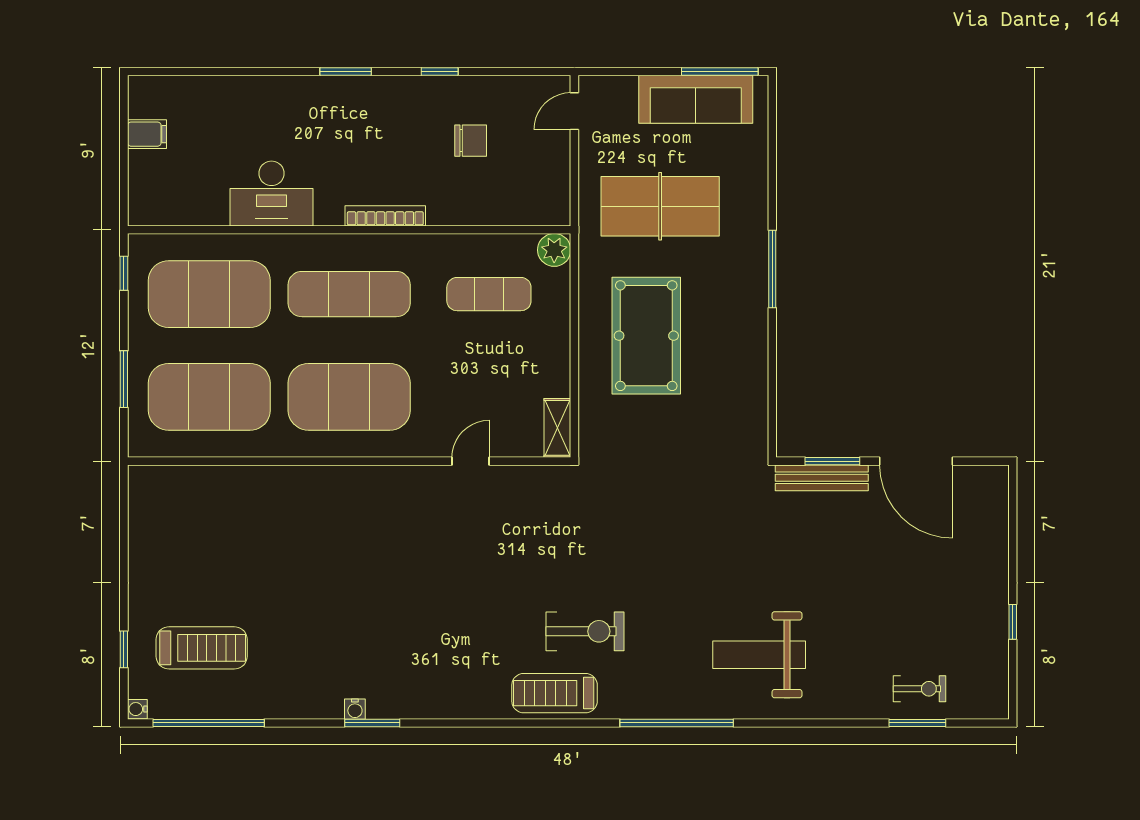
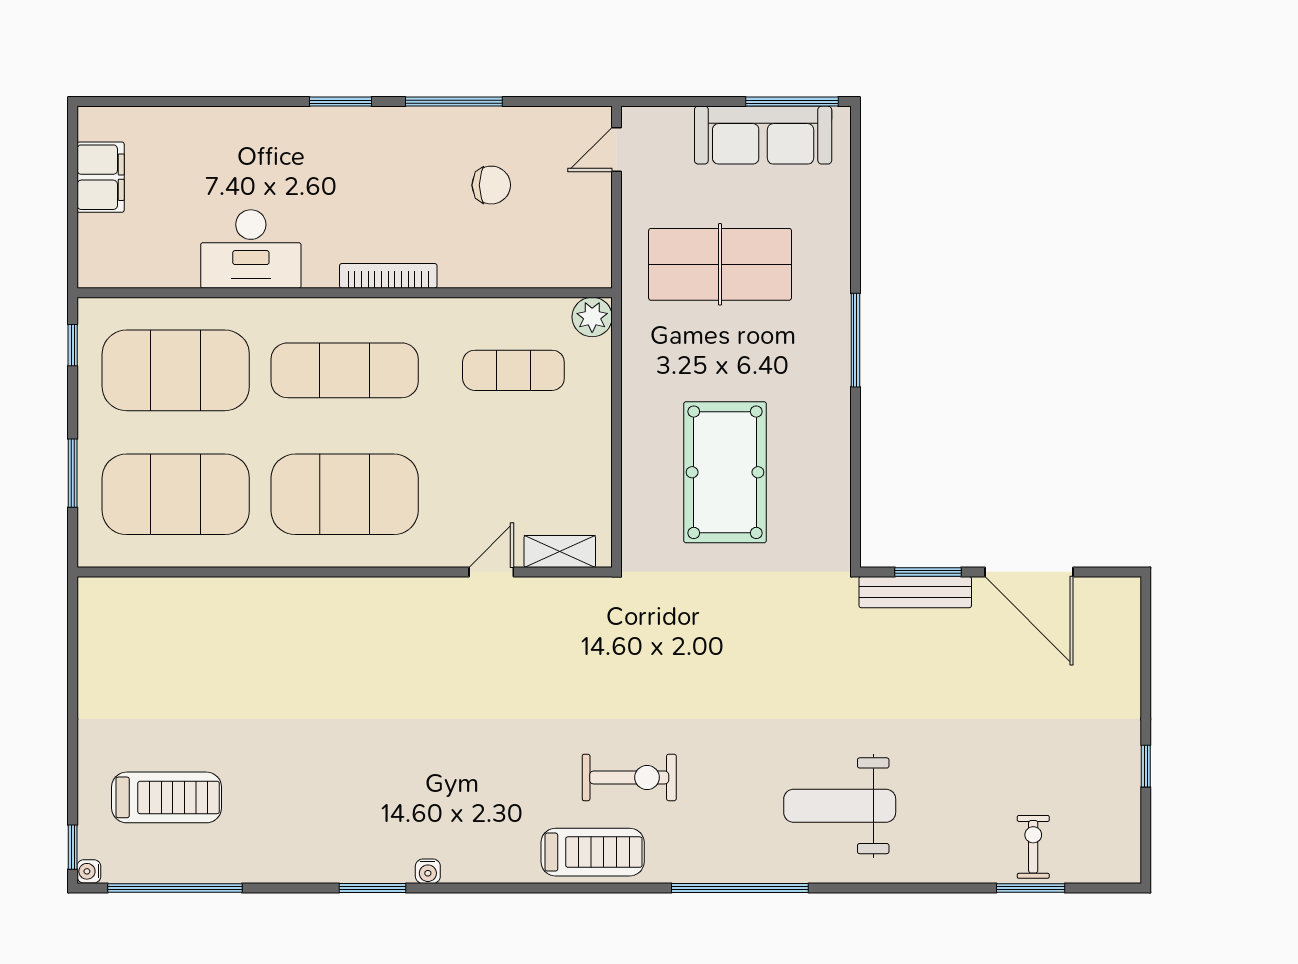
window: (440, 71) -> (454, 102), width x2.17
filing cabinet: (147, 134) -> (101, 177), width x2.00
pool table: (646, 336) -> (725, 472), moved
shelving: (557, 428) -> (560, 552), moved, turned 90
window: (124, 649) -> (73, 847), moved
exercise bike: (920, 689) -> (1033, 847), turned -90
treadmill: (555, 693) -> (593, 852), turned 180
water cooler: (355, 709) -> (428, 871), moved

